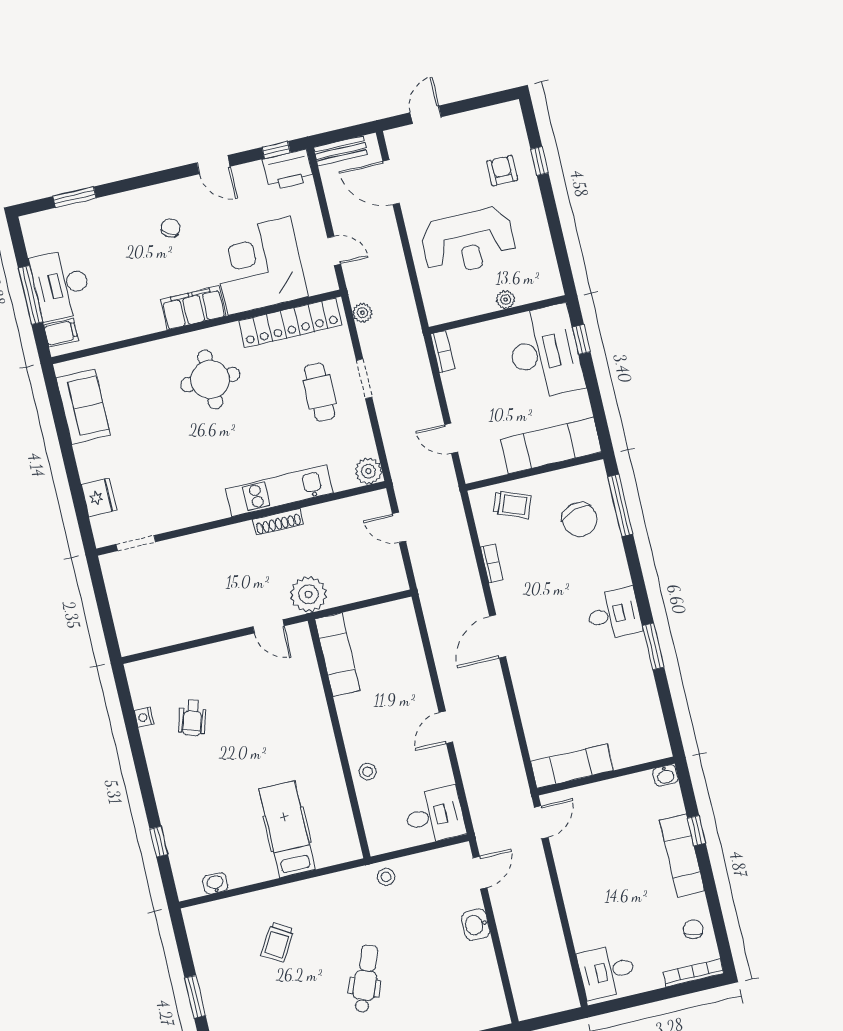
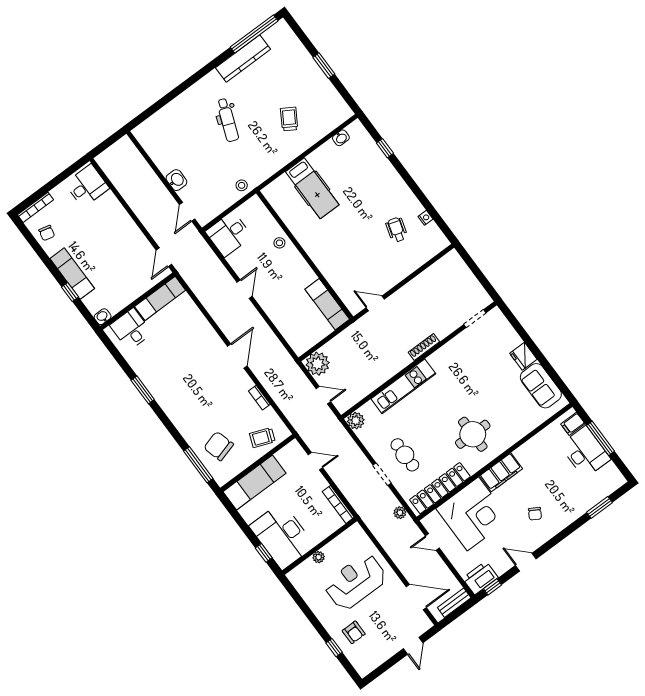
bookcase: (443, 352) -> (338, 504), width x1.56
fridge: (99, 497) -> (523, 356), moved
shoe rack: (278, 522) -> (424, 347), moved
plant: (308, 594) -> (318, 364), moved
desk: (614, 614) -> (131, 329), moved, turned 90

